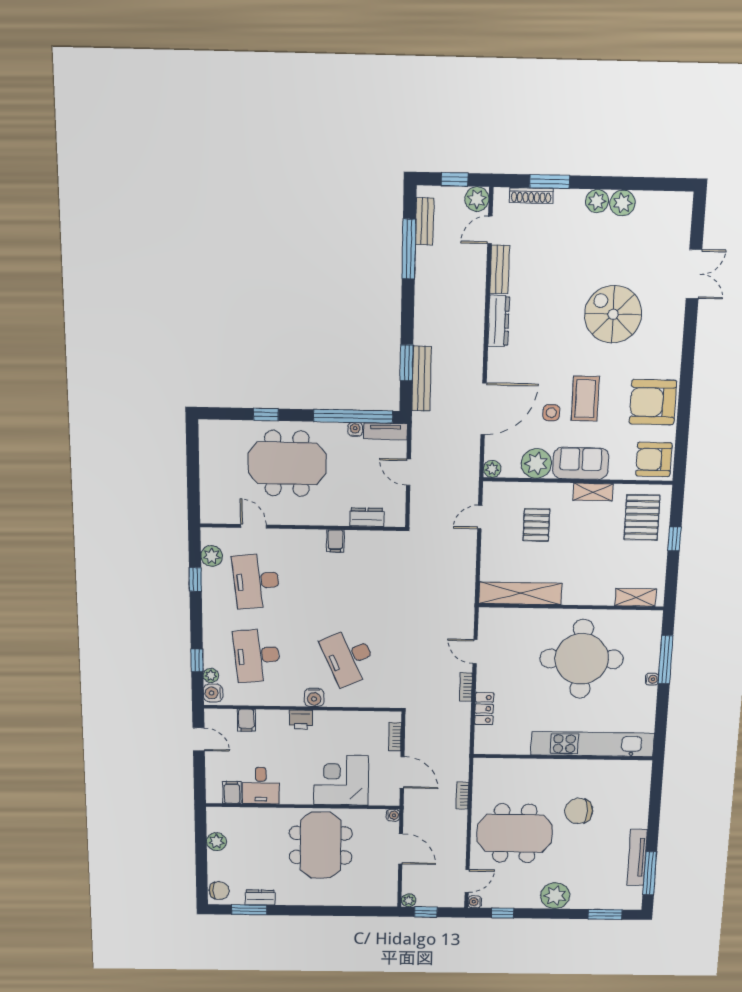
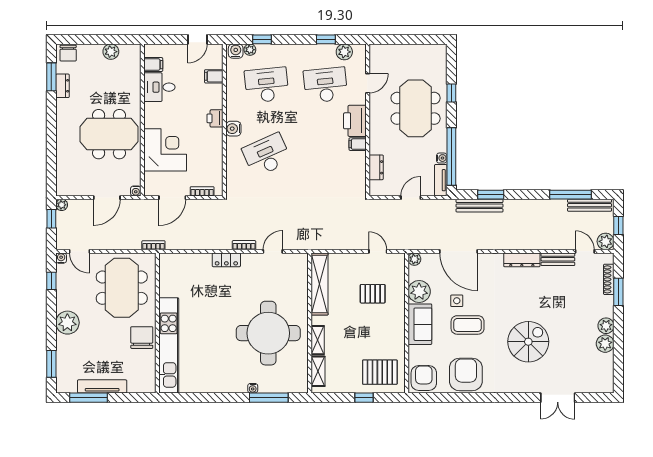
bench: (425, 221) -> (590, 205), width x1.36
shelving: (593, 492) -> (318, 340), moved
printer: (304, 544) -> (355, 121), added
kitchen unit: (592, 744) -> (169, 345), moved
wall: (563, 757) -> (157, 323), moved

